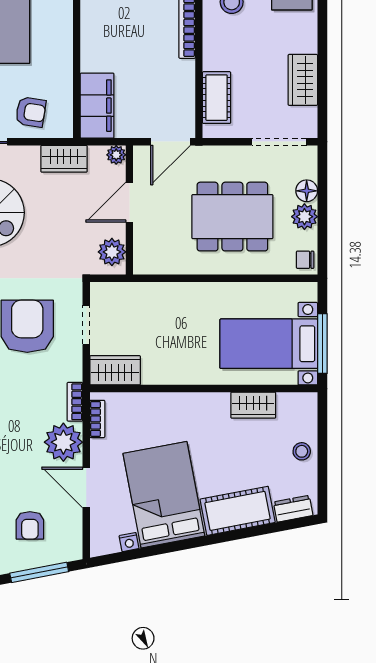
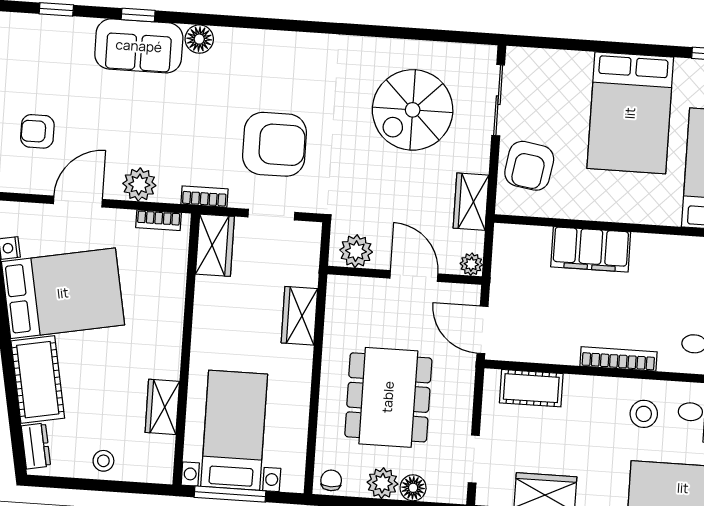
filing cabinet: (97, 106) -> (591, 249), moved
armchair: (31, 112) -> (529, 166), width x1.38, depth x1.38
doorway: (279, 142) -> (474, 459), width x0.73
wardrobe: (169, 296) -> (299, 316), added
bookcase: (75, 402) -> (204, 197), moved
plant: (63, 442) -> (139, 184), width x0.73, depth x0.73

